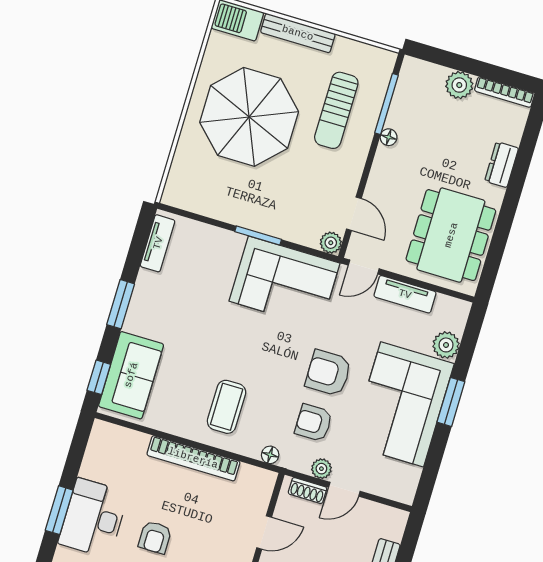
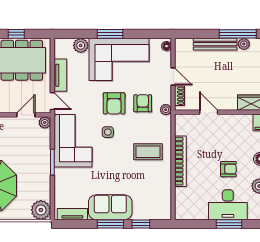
plant: (181, 191) -> (41, 210), added
window: (500, 239) -> (16, 34), added
side table: (282, 347) -> (108, 132), added
sofa: (131, 375) -> (110, 207), moved
window: (99, 377) -> (141, 224), moved
armchair: (314, 423) -> (143, 103), turned 180
floor lamp: (270, 455) -> (167, 46), moved
plant: (321, 469) -> (166, 110), moved

